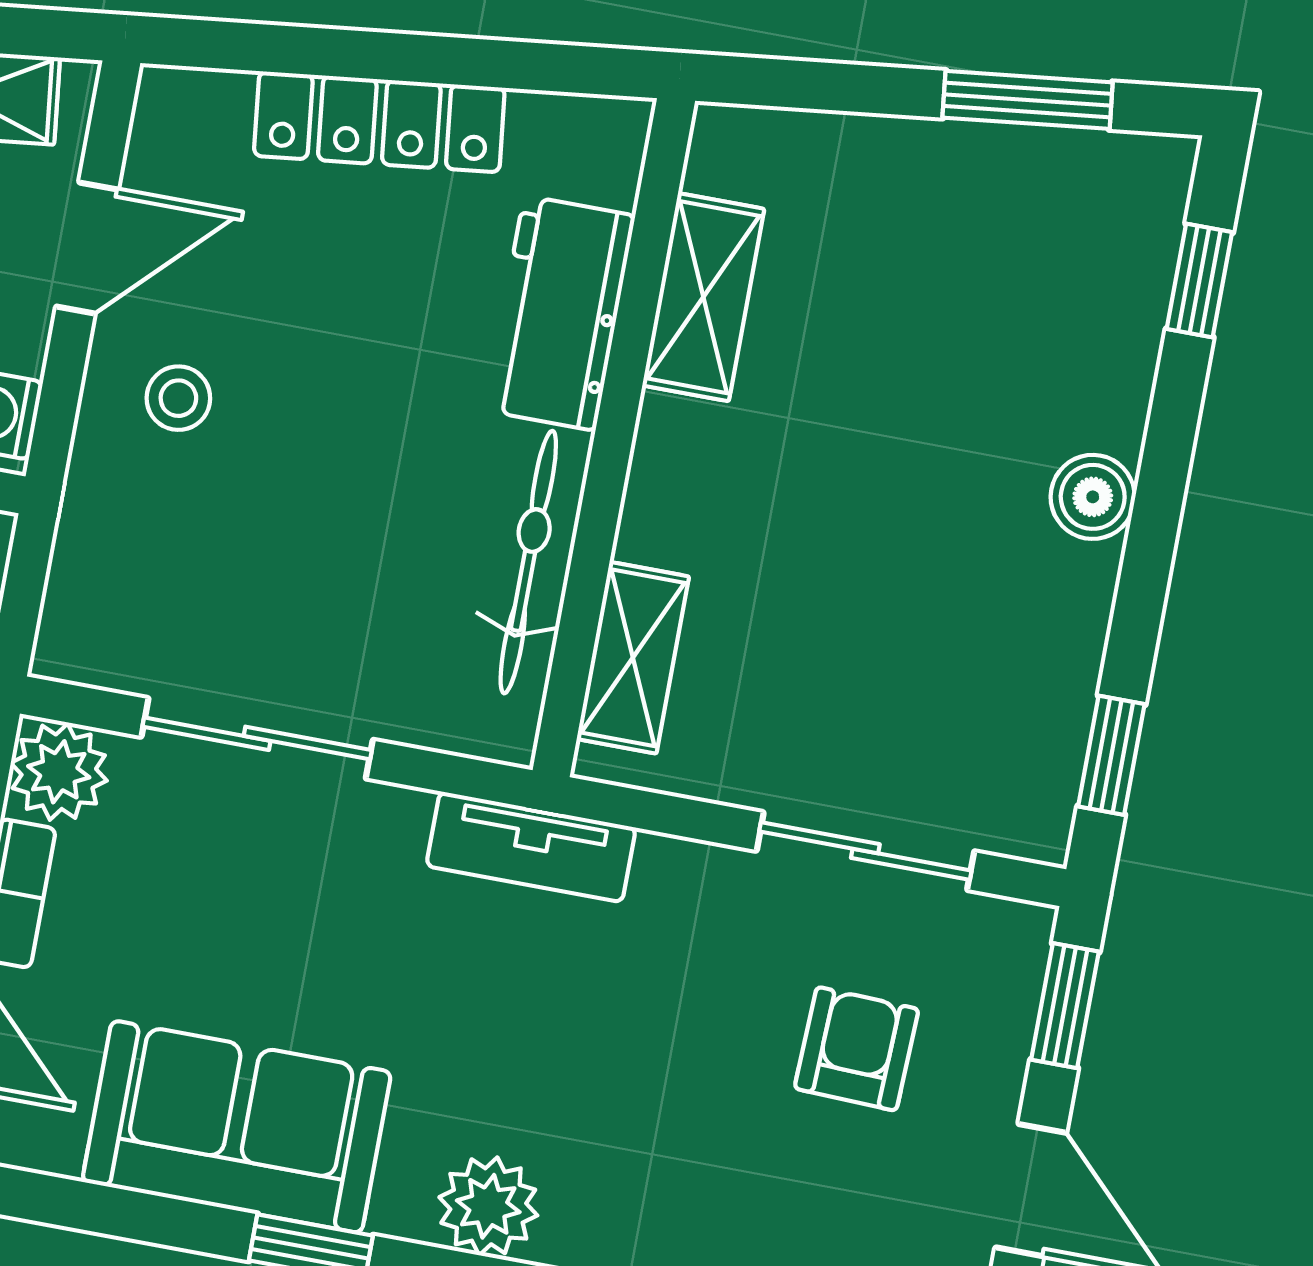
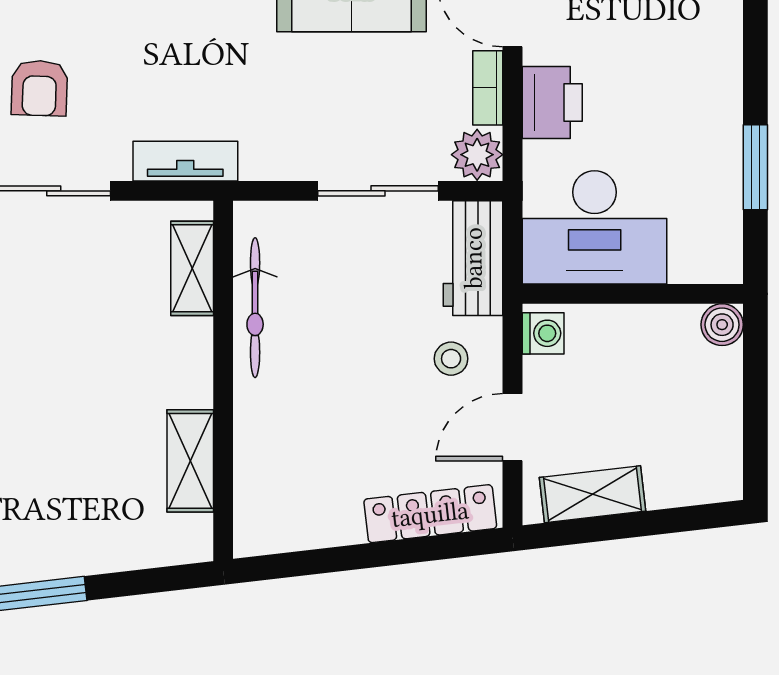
locker: (379, 122) -> (430, 514), moved
workbench: (560, 313) -> (473, 258), moved, turned 180
tv unit: (531, 847) -> (185, 161), moved

